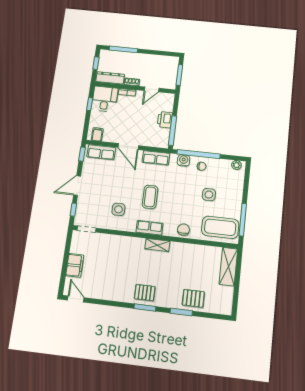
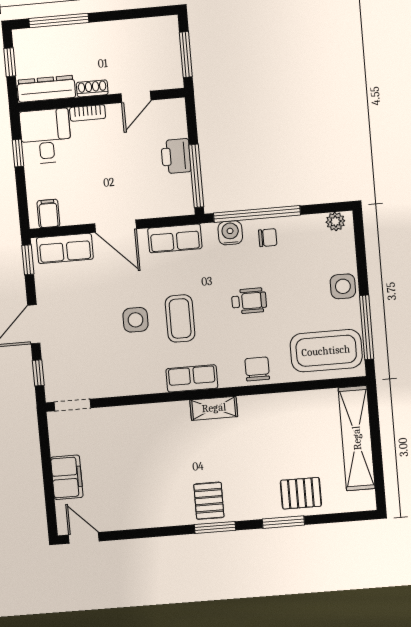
wheelchair: (186, 195) -> (249, 301), added
side table: (209, 195) -> (343, 286), moved
side table: (118, 209) -> (136, 320), moved
shelving: (228, 267) -> (357, 438), width x1.47
pallet: (145, 293) -> (209, 501), turned 90

